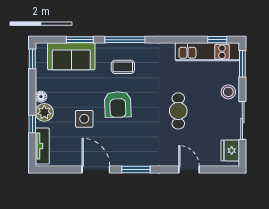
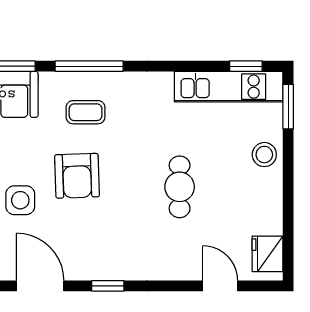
sliding door: (242, 120) -> (288, 203), removed
window: (136, 169) -> (108, 286), width x0.67
door: (189, 169) -> (220, 286), moved

